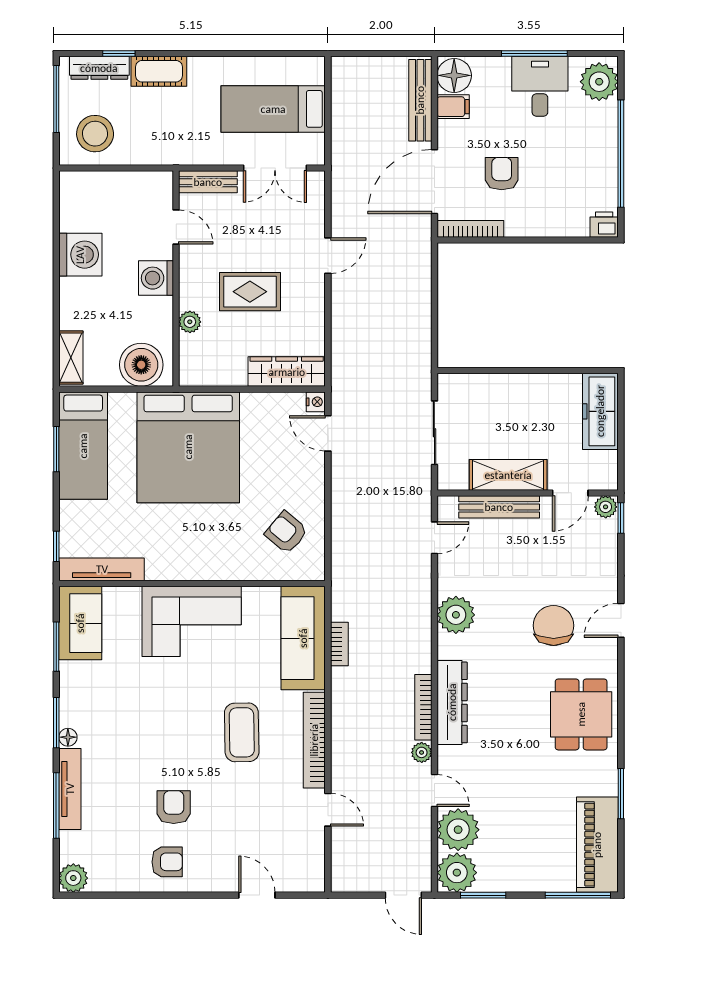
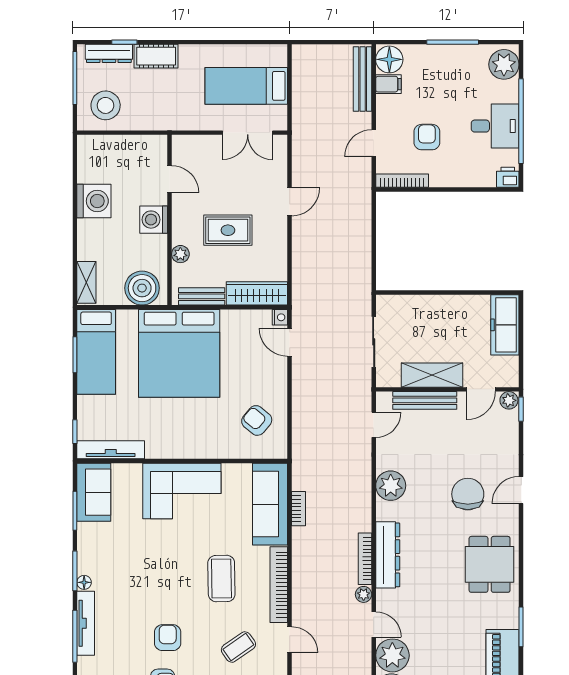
desk: (540, 86) -> (495, 126), moved, turned 90
bench: (208, 182) -> (202, 296), moved
door: (434, 182) -> (374, 143), width x0.53
coffee table: (263, 819) -> (238, 647), added

